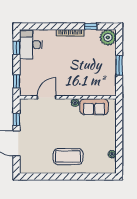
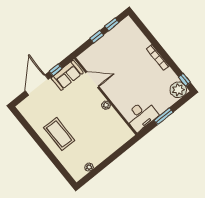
window: (91, 26) -> (185, 80), moved
desk: (31, 45) -> (141, 116), moved, turned 180
window: (16, 81) -> (97, 37), moved
sofa: (94, 107) -> (67, 75), moved, turned -90

